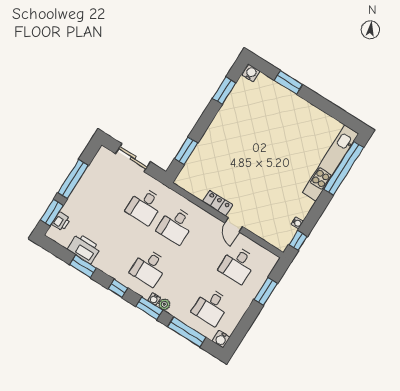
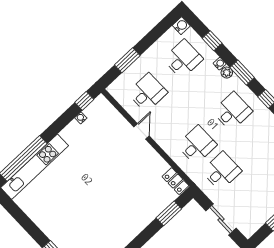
locker: (218, 203) -> (175, 181), moved
water cooler: (154, 299) -> (220, 64), moved
window: (187, 332) -> (212, 41), width x0.46

